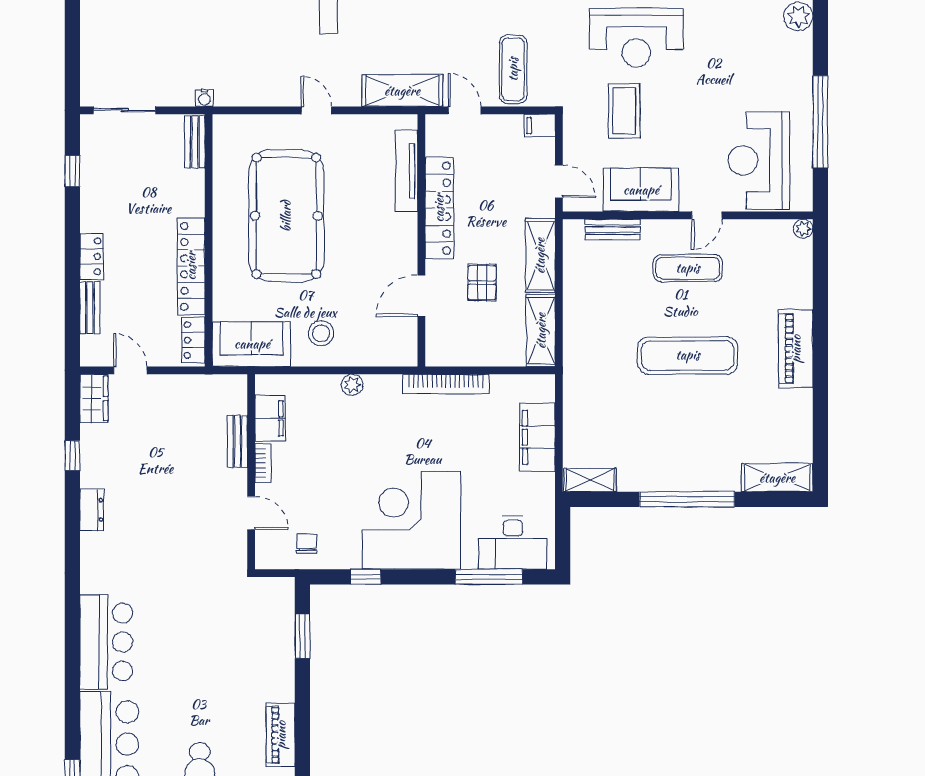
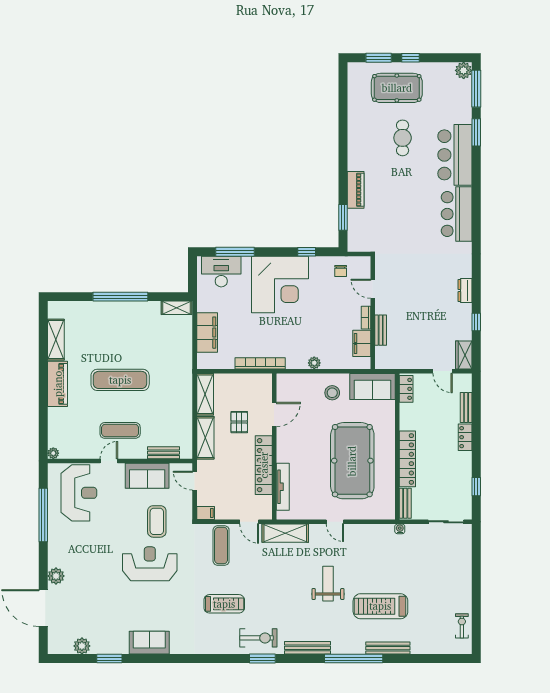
locker: (191, 266) -> (407, 459), moved
shelving: (777, 478) -> (56, 340), moved, turned 90
piano: (281, 735) -> (356, 190), moved

